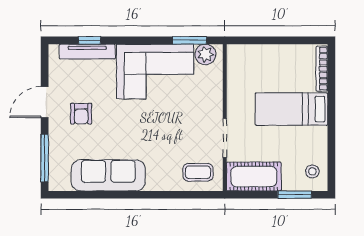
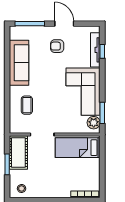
bed: (291, 109) -> (78, 148), moved, turned -90
coffee table: (198, 172) -> (27, 105), moved
window: (295, 195) -> (7, 164), moved

